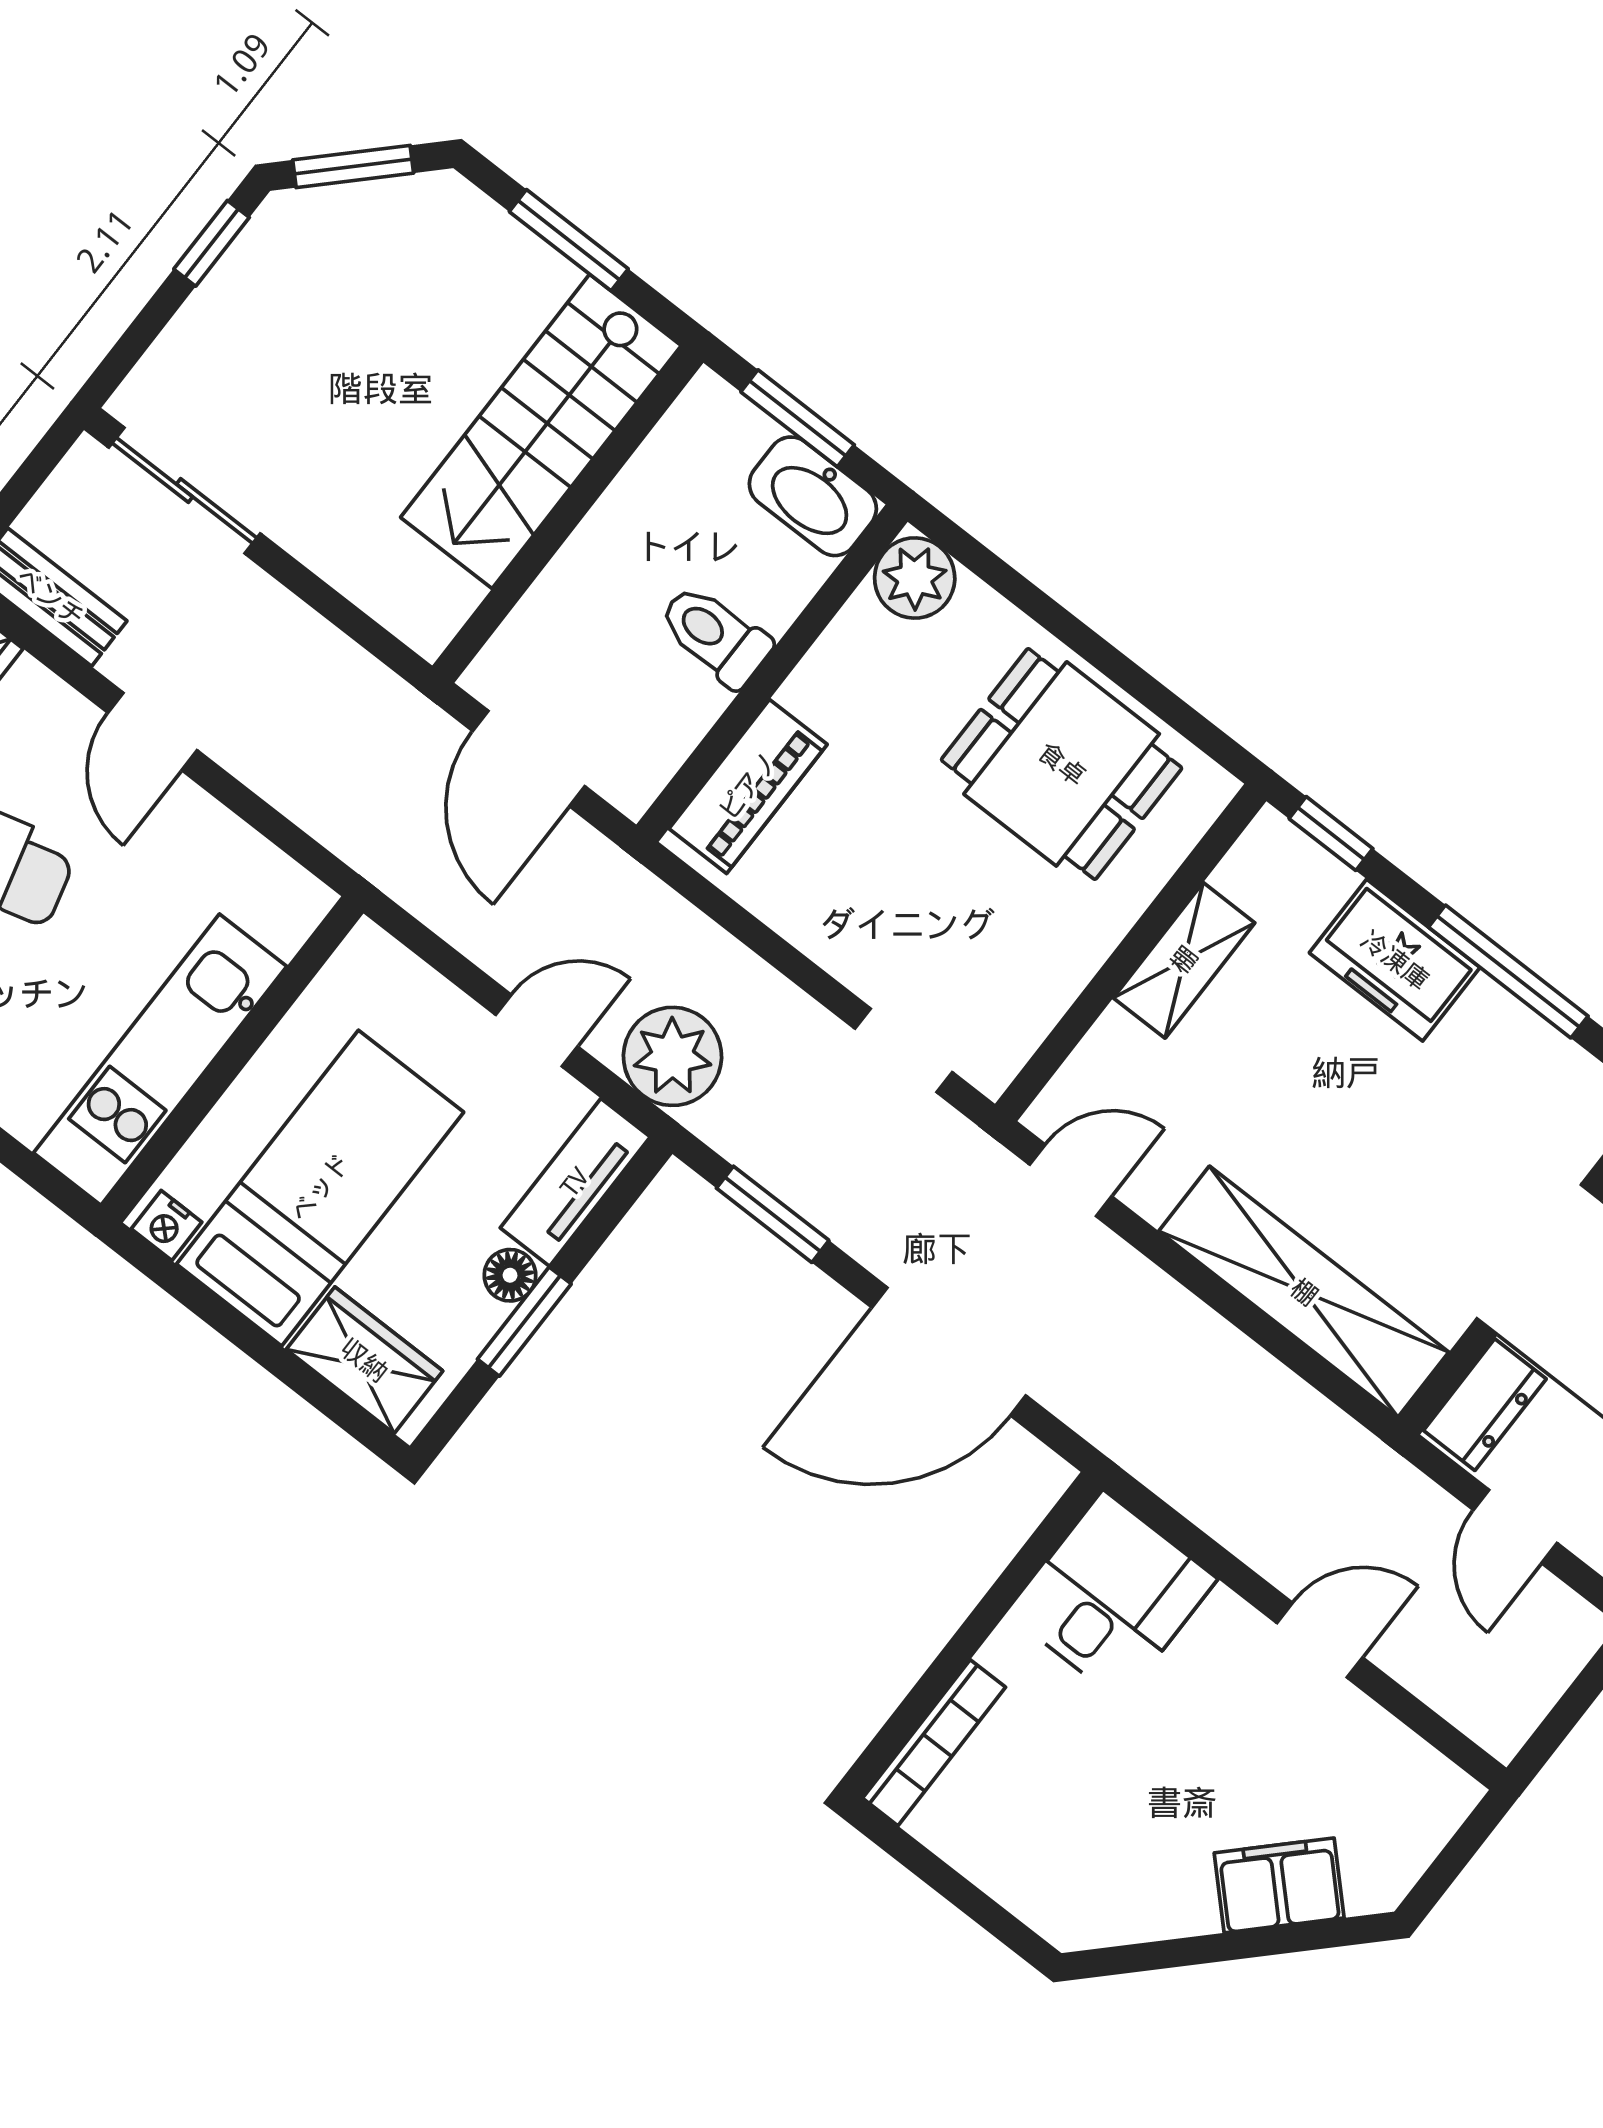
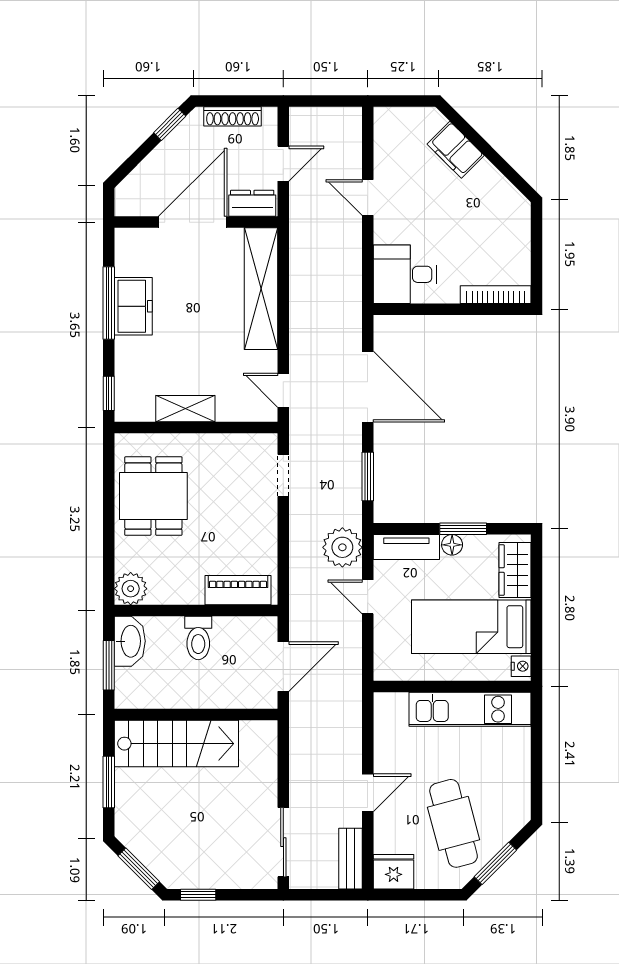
freezer: (1395, 960) -> (133, 306), moved

